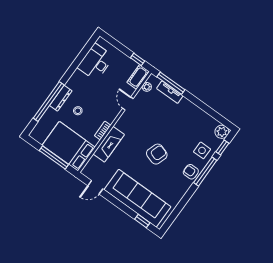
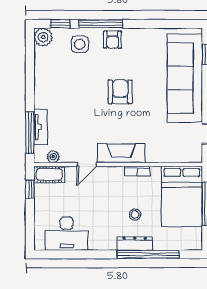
fireplace: (109, 144) -> (121, 153), moved
armchair: (157, 154) -> (120, 92), turned 72

